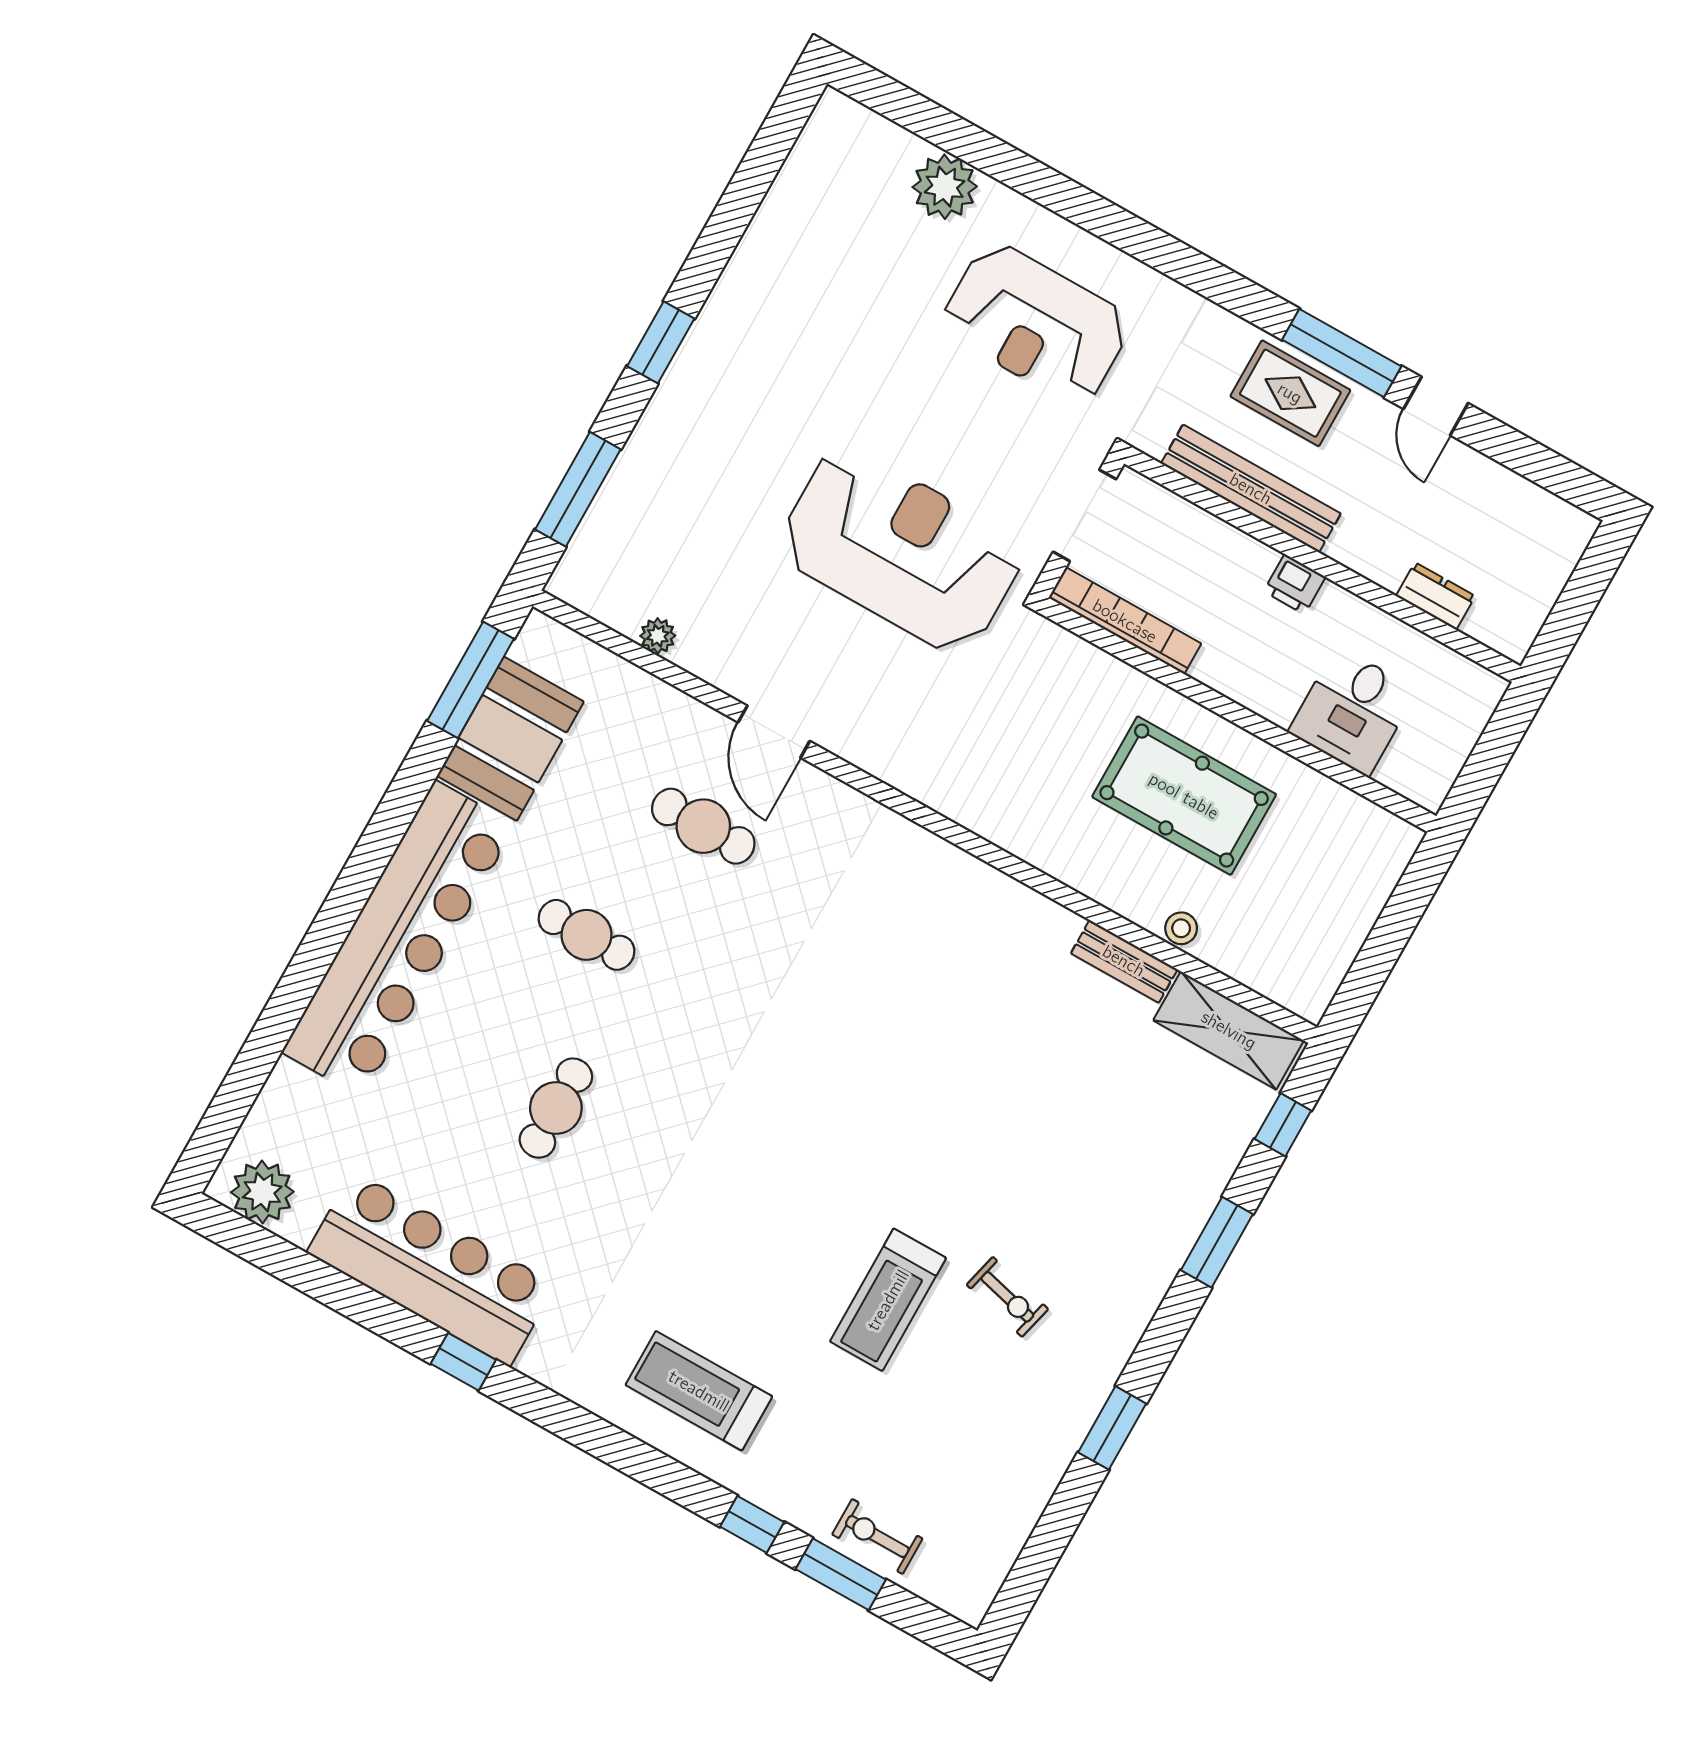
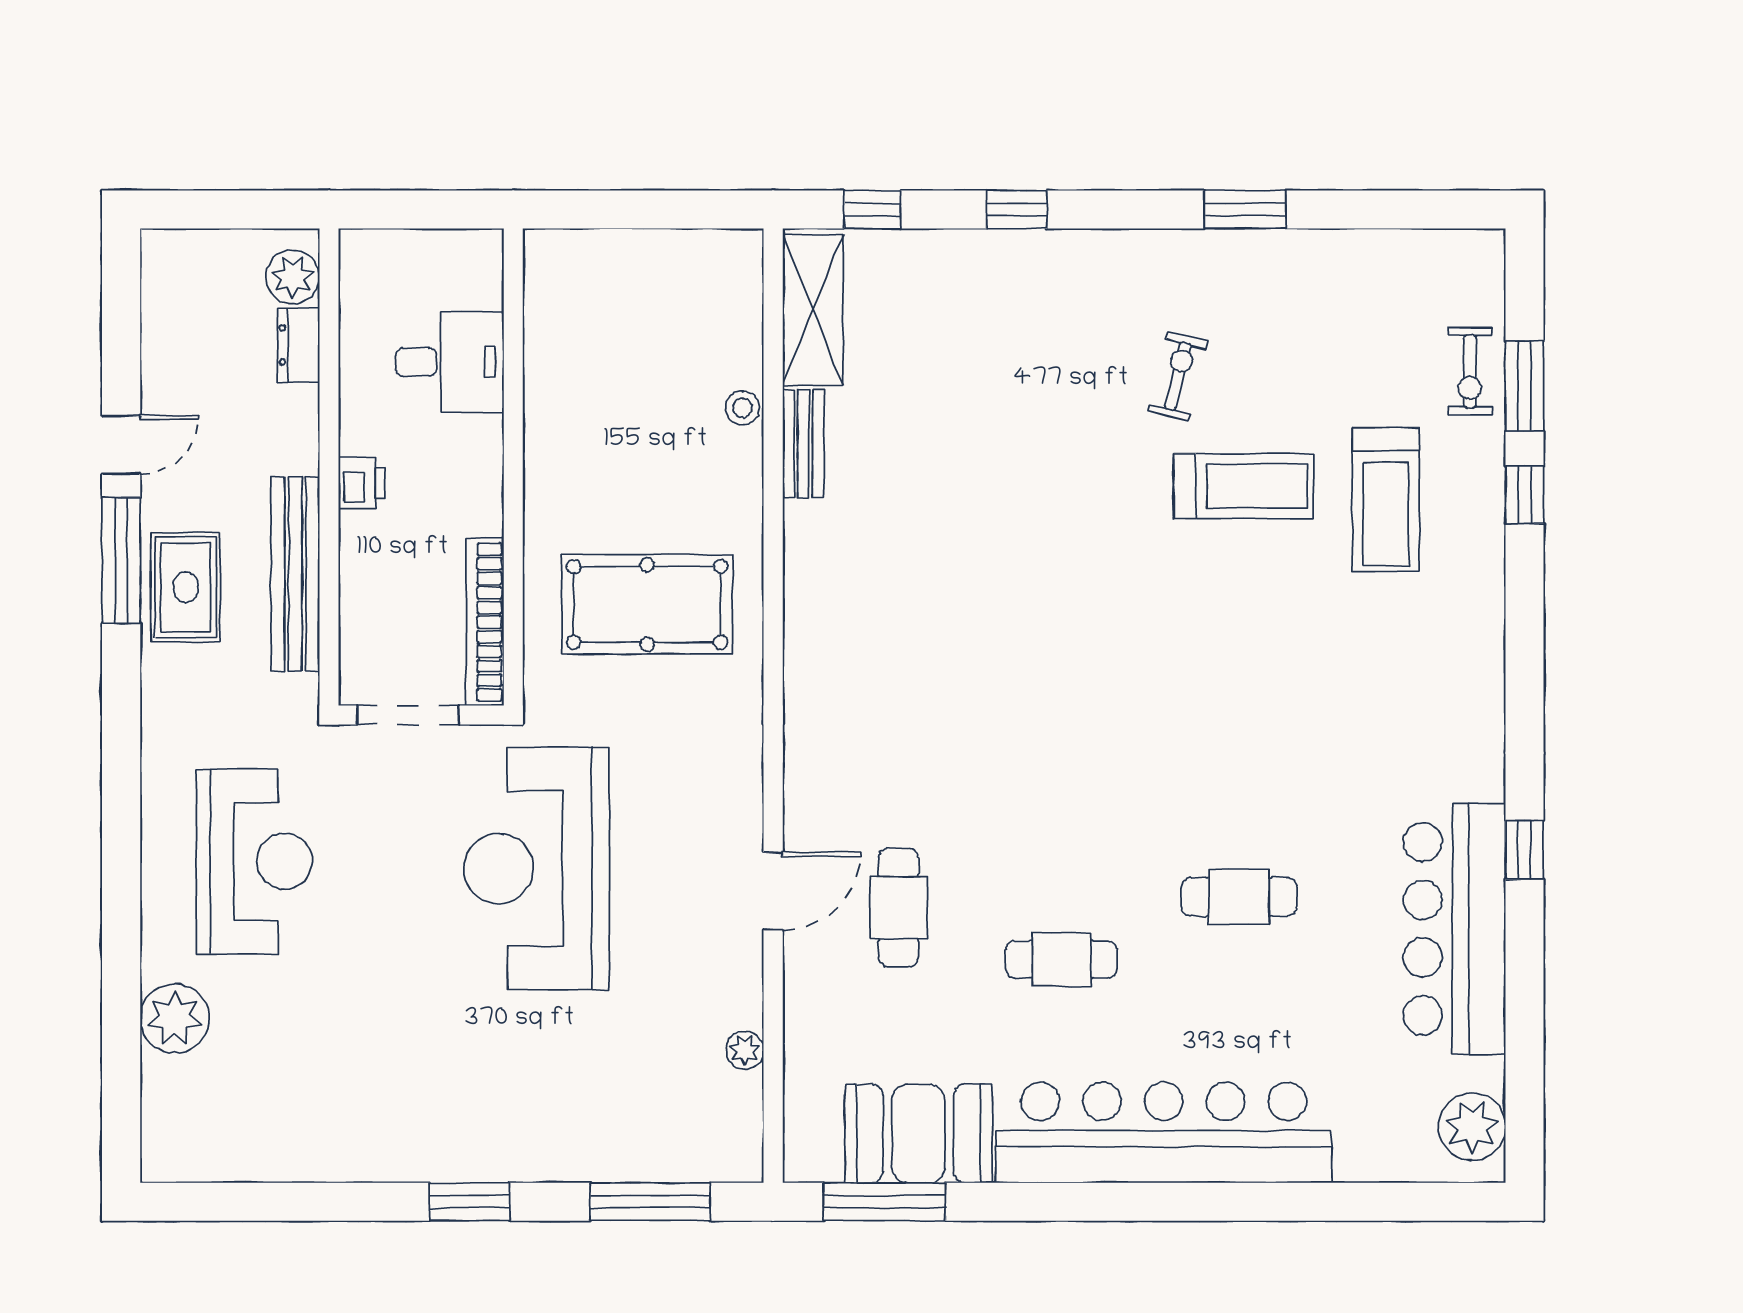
plant: (1494, 622) -> (293, 277), added
pool table: (1184, 796) -> (647, 604), moved, turned 90
cafe table: (587, 935) -> (1061, 959), turned 90
window: (1217, 1242) -> (1017, 209), width x0.67
treadmill: (699, 1391) -> (1386, 500), moved

